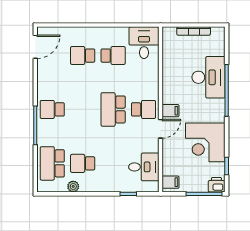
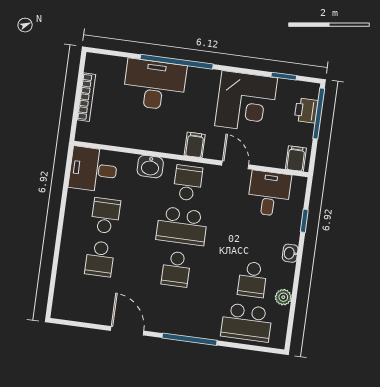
door: (35, 47) -> (127, 331), moved
washbasin: (151, 82) -> (150, 167), added
school desk: (52, 109) -> (176, 269), moved
door: (160, 129) -> (235, 165), moved
printer: (216, 185) -> (306, 110), moved
washbasin: (104, 187) -> (290, 253), added

